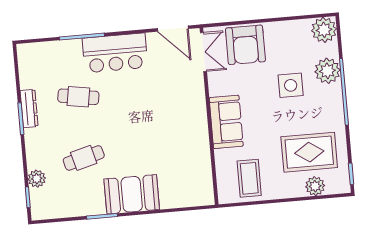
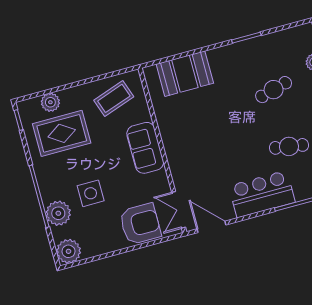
armchair: (245, 45) -> (140, 224), turned 90
coffee table: (249, 178) -> (114, 98), turned 71
booth: (132, 194) -> (185, 74), moved

